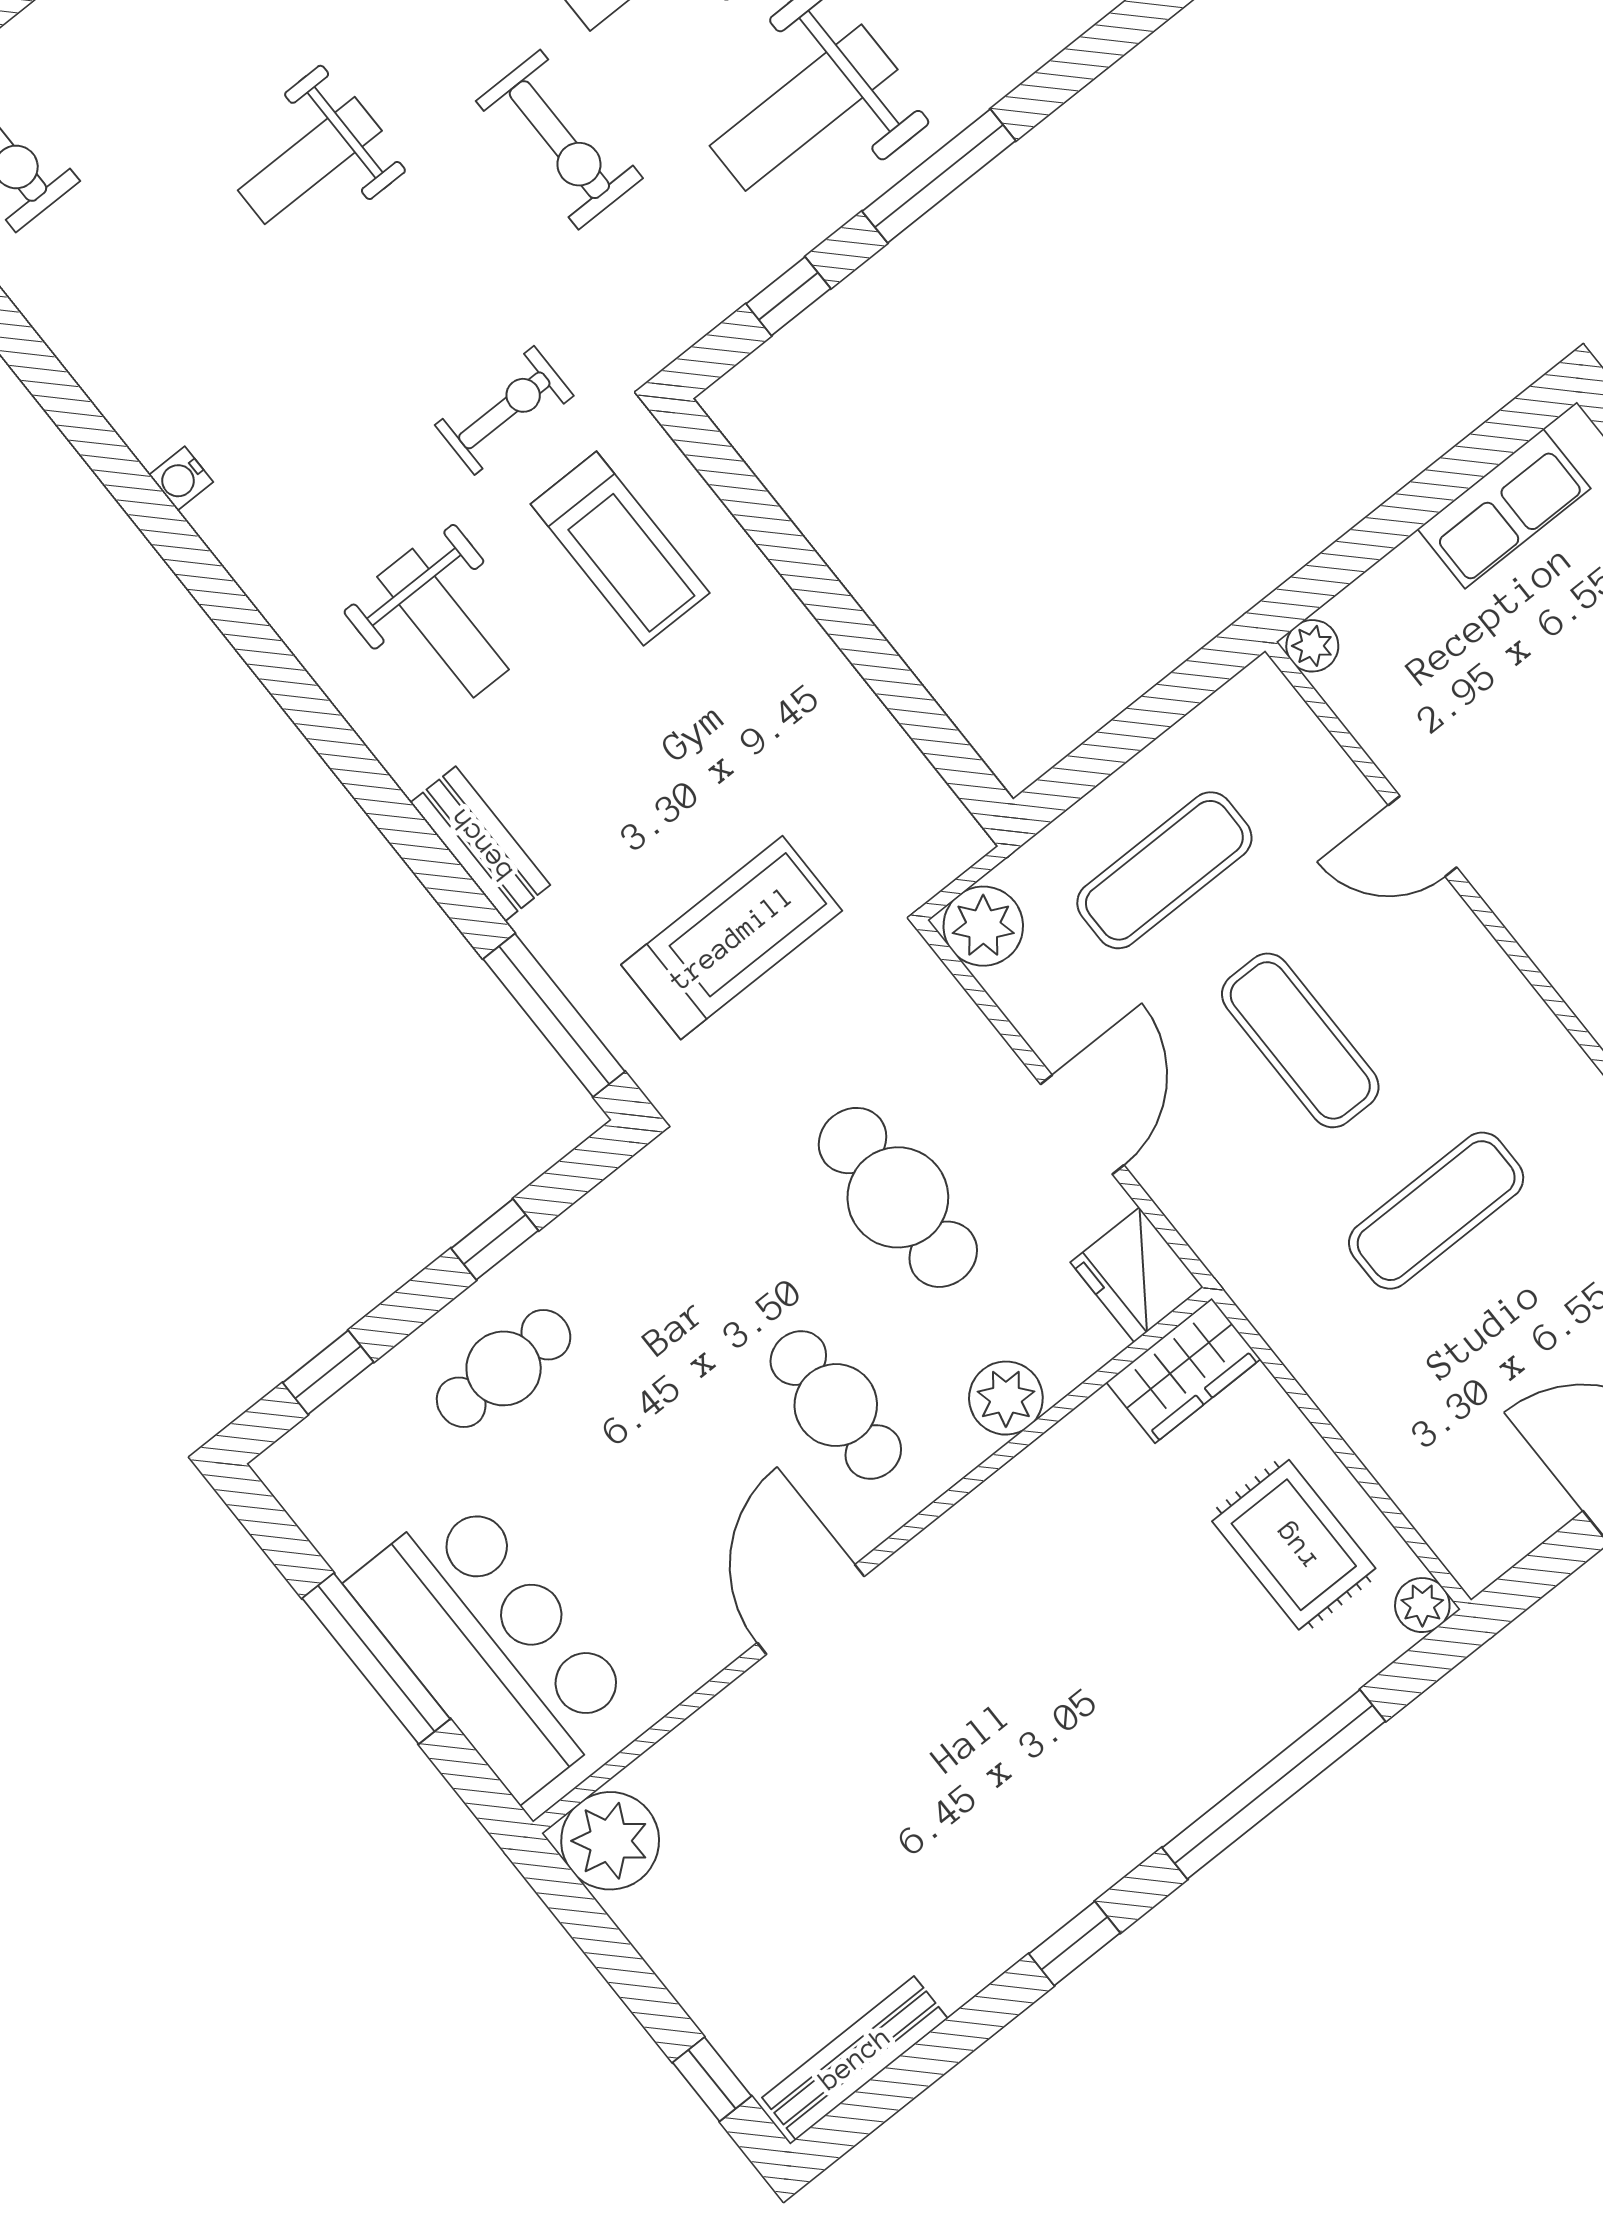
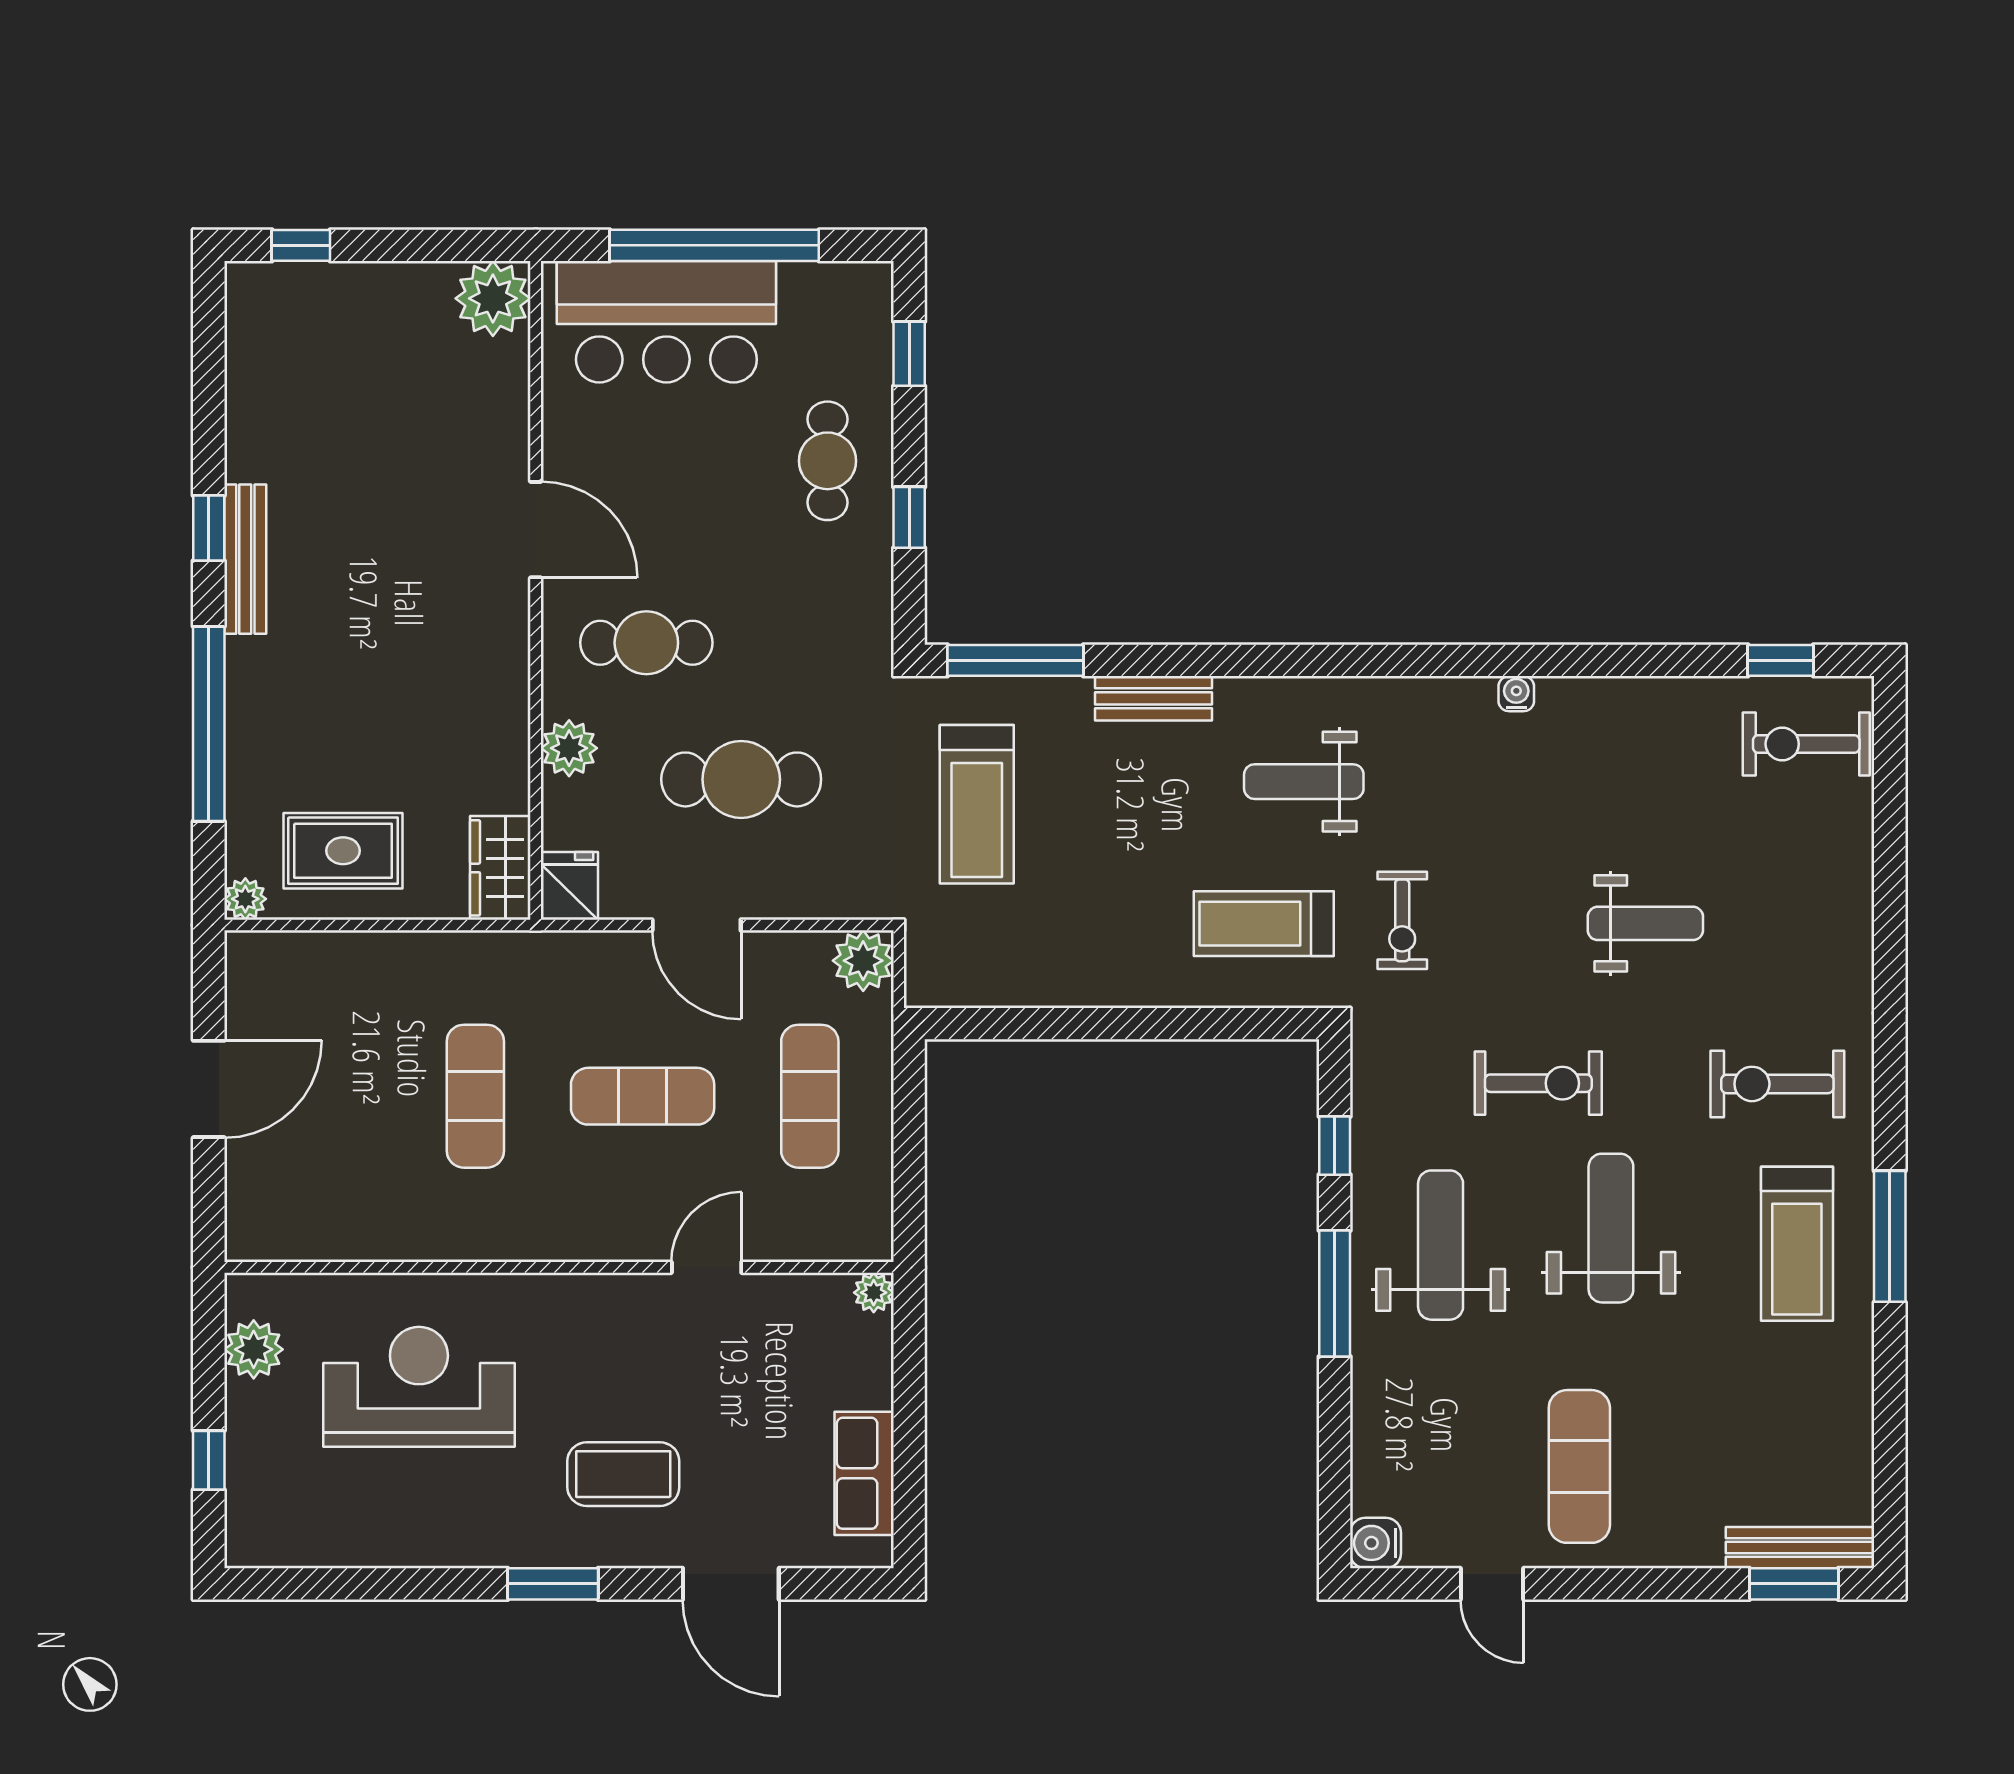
exercise bike: (559, 140) -> (1538, 1083), turned 180
weight bench: (310, 160) -> (1645, 923), turned 90
fridge: (1137, 1275) -> (569, 886), width x0.72
window: (376, 1659) -> (714, 245), width x1.46
bench: (855, 2058) -> (245, 559), moved

